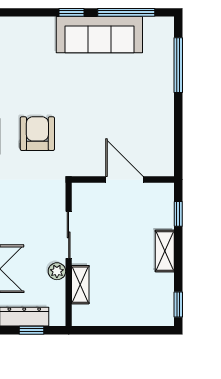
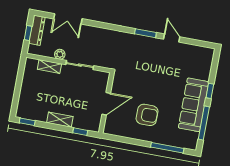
armchair: (37, 134) -> (147, 115), moved

